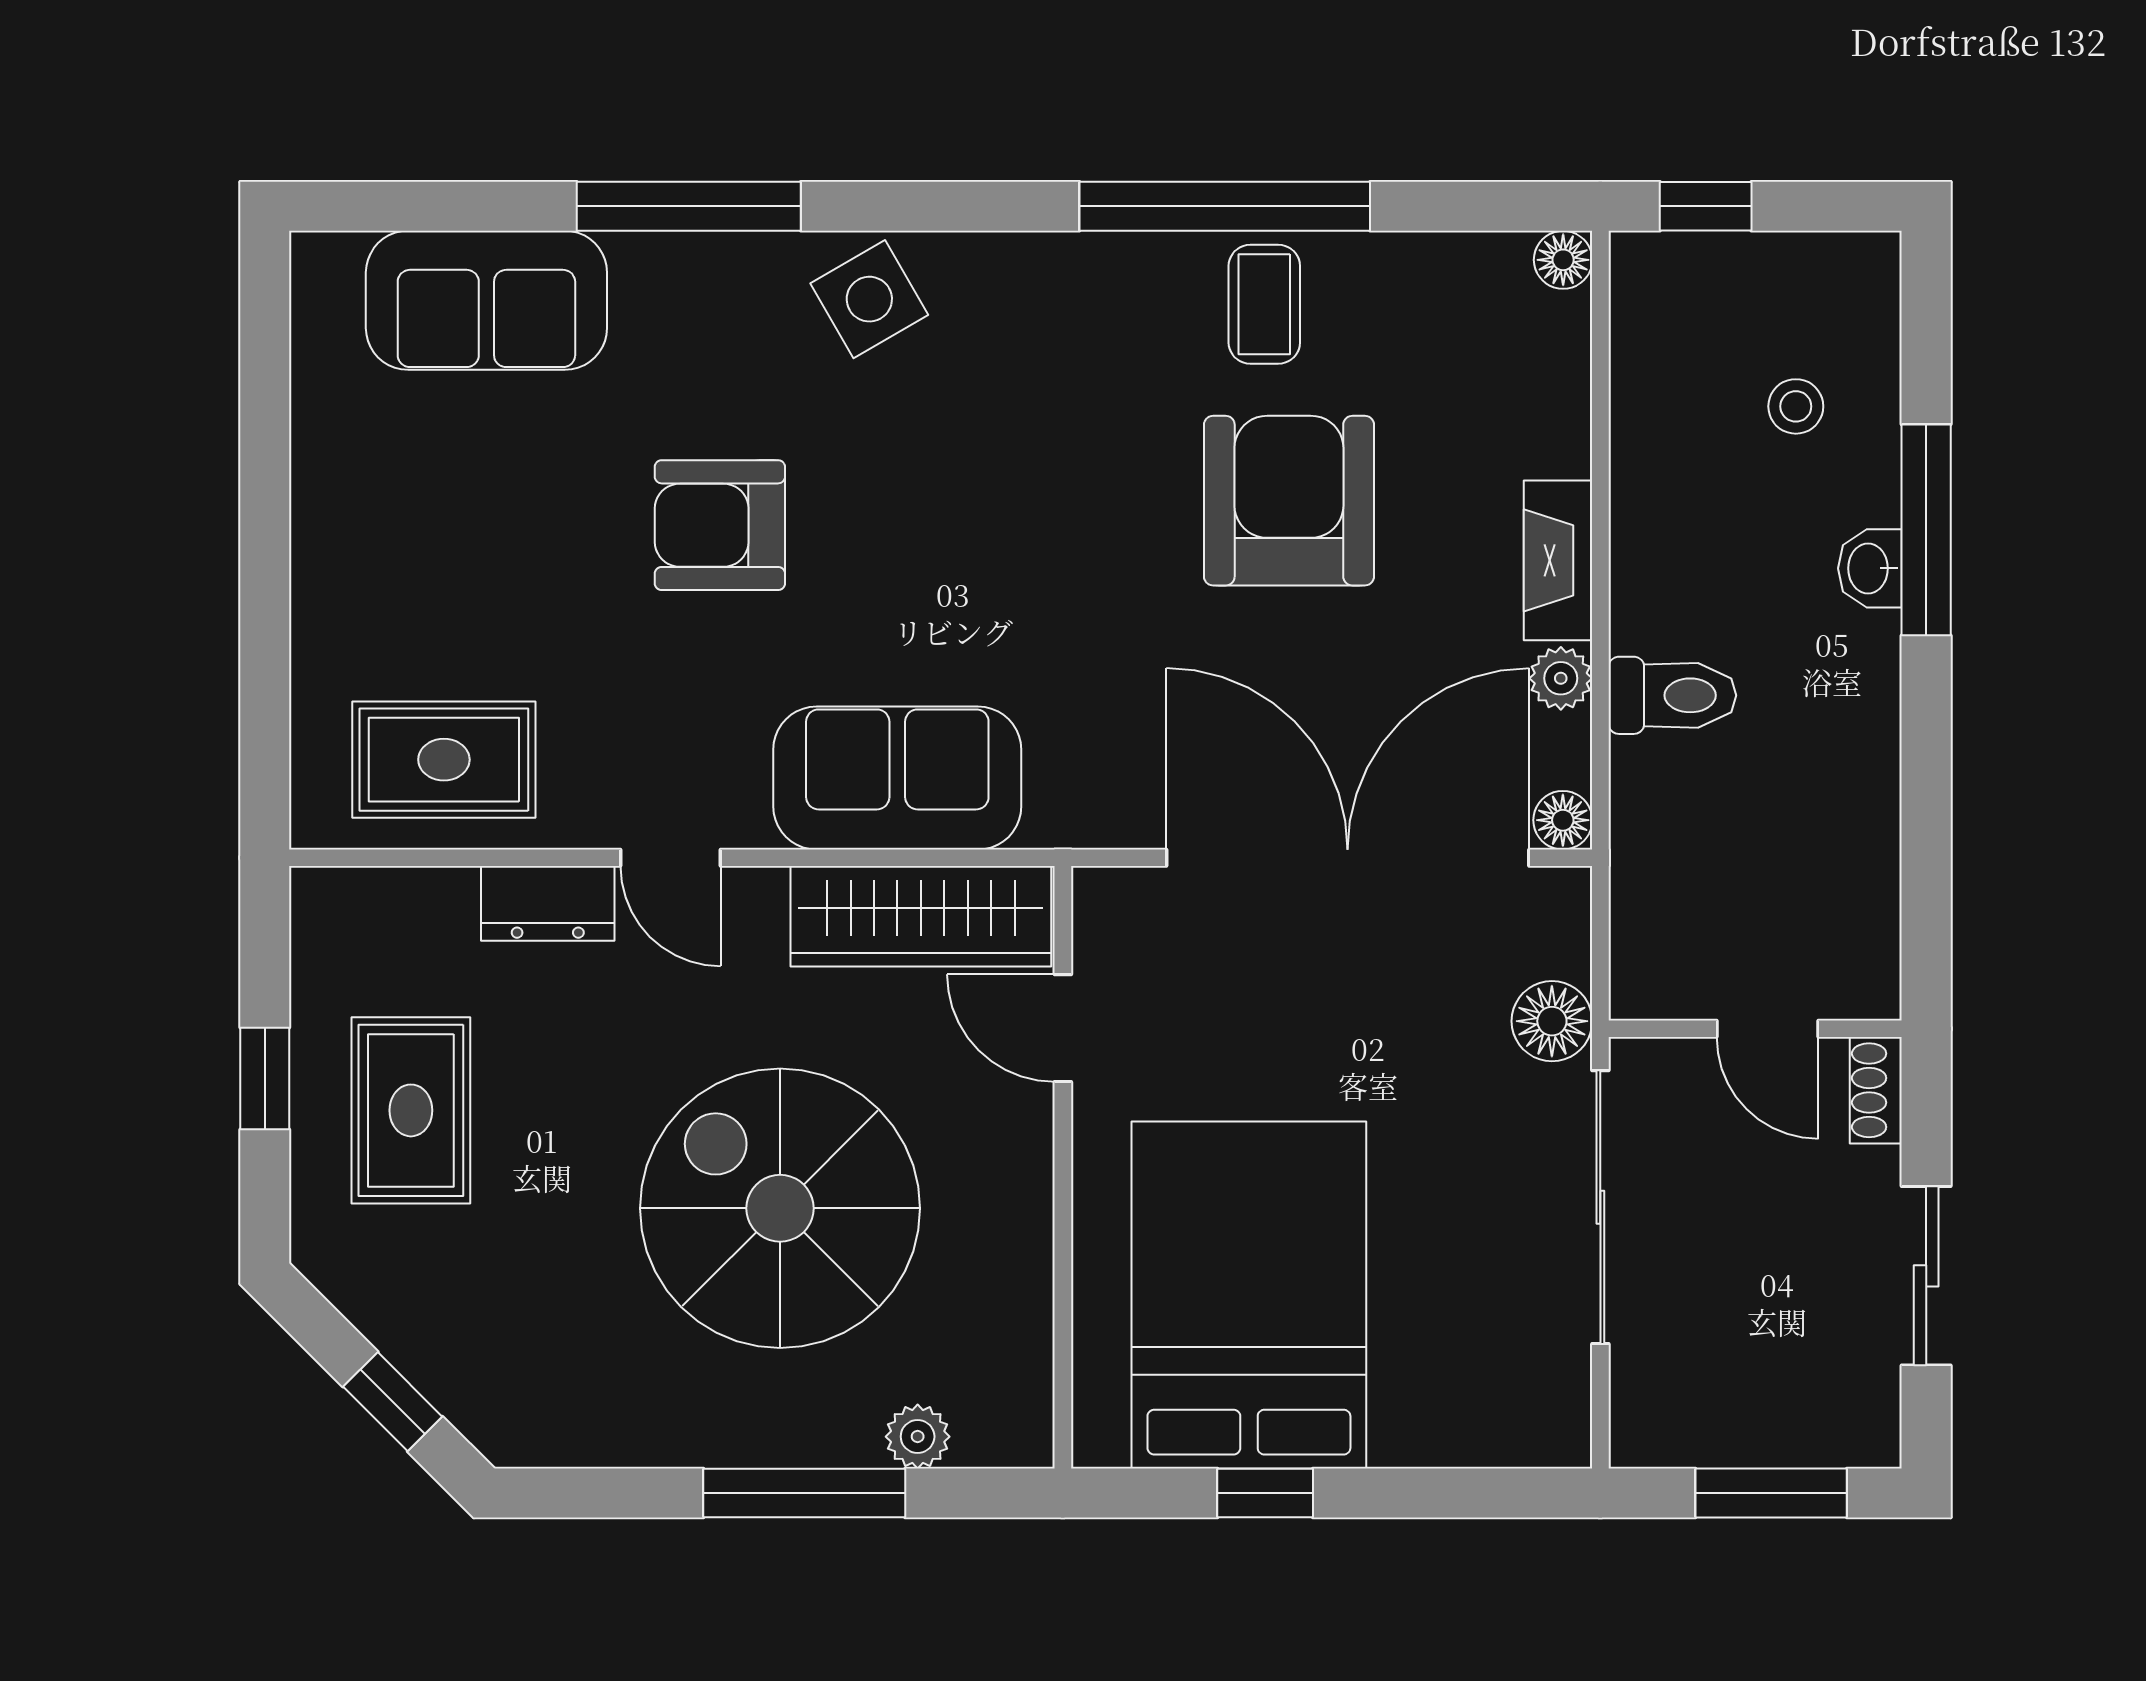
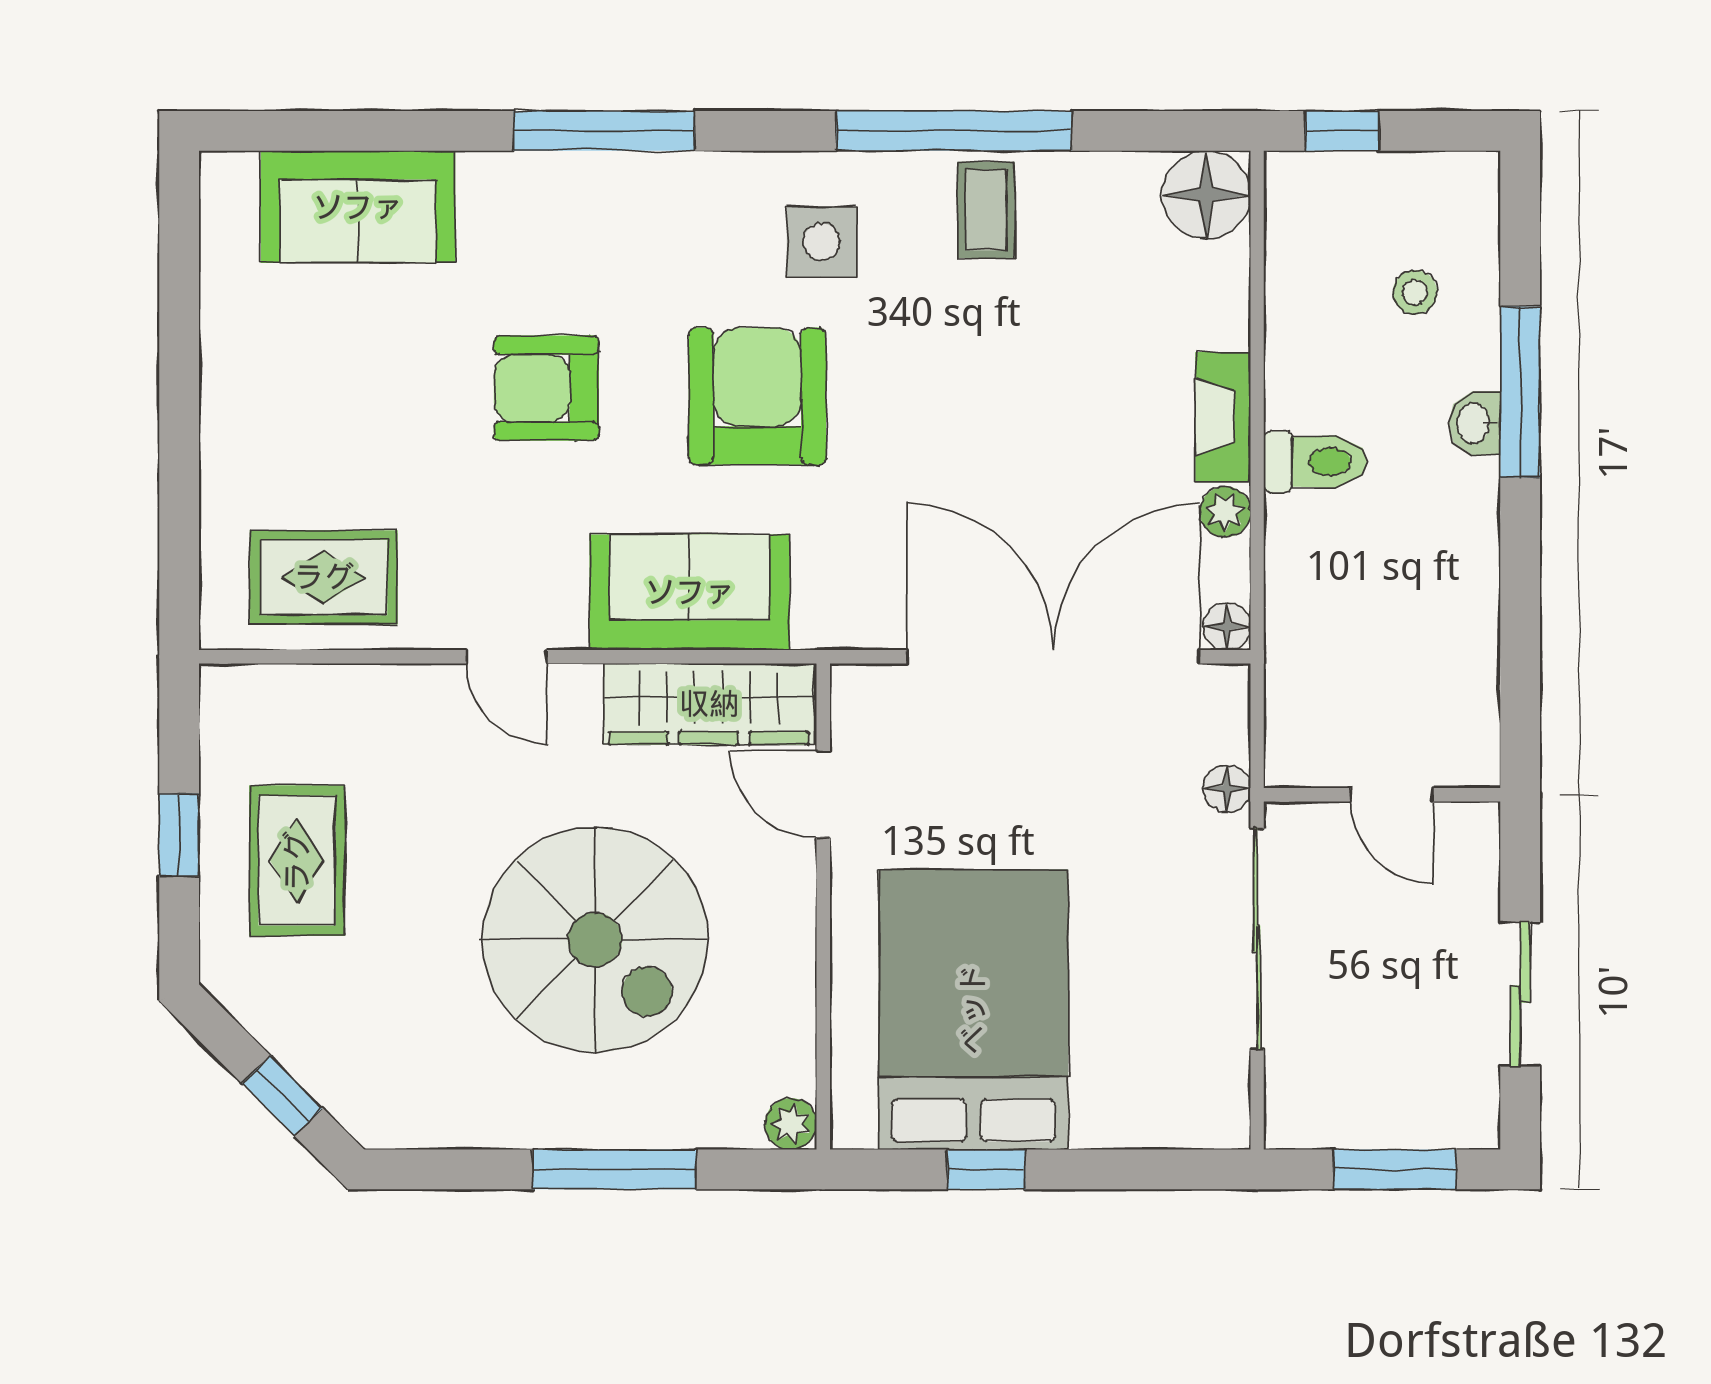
window: (689, 206) -> (604, 131), moved
floor lamp: (1563, 260) -> (1206, 195), width x1.89, depth x1.89
side table: (869, 299) -> (822, 242), moved, turned 30
armchair: (1289, 501) -> (757, 396), moved
toilet: (1672, 695) -> (1315, 462), moved
dresser: (548, 903) -> (407, 694), removed
floor lamp: (1552, 1021) -> (1227, 789), width x0.73, depth x0.73
shoe rack: (1876, 1090) -> (1479, 844), removed
spiral stairs: (780, 1208) -> (595, 940), turned 180
plant: (918, 1437) -> (791, 1124), moved

